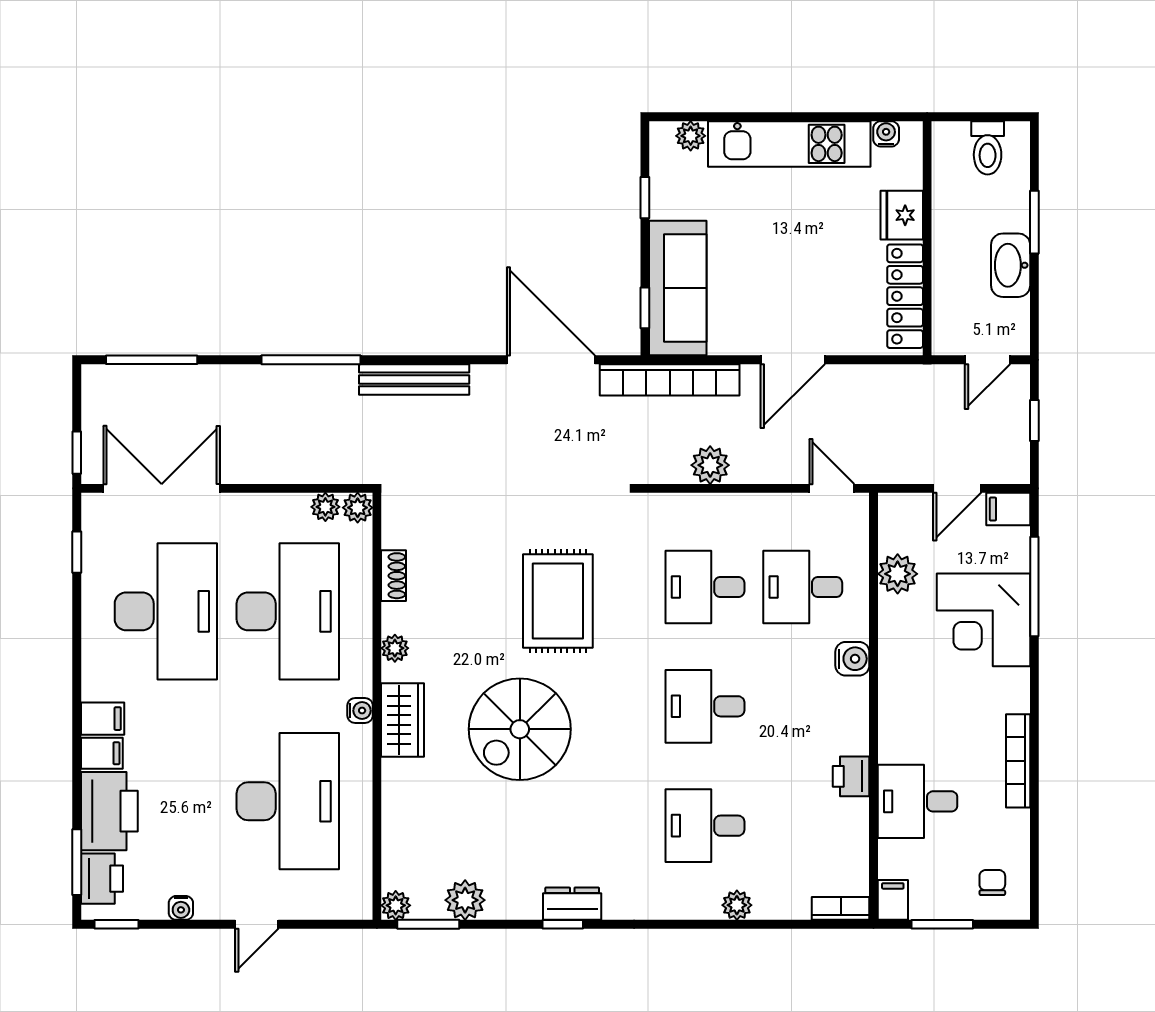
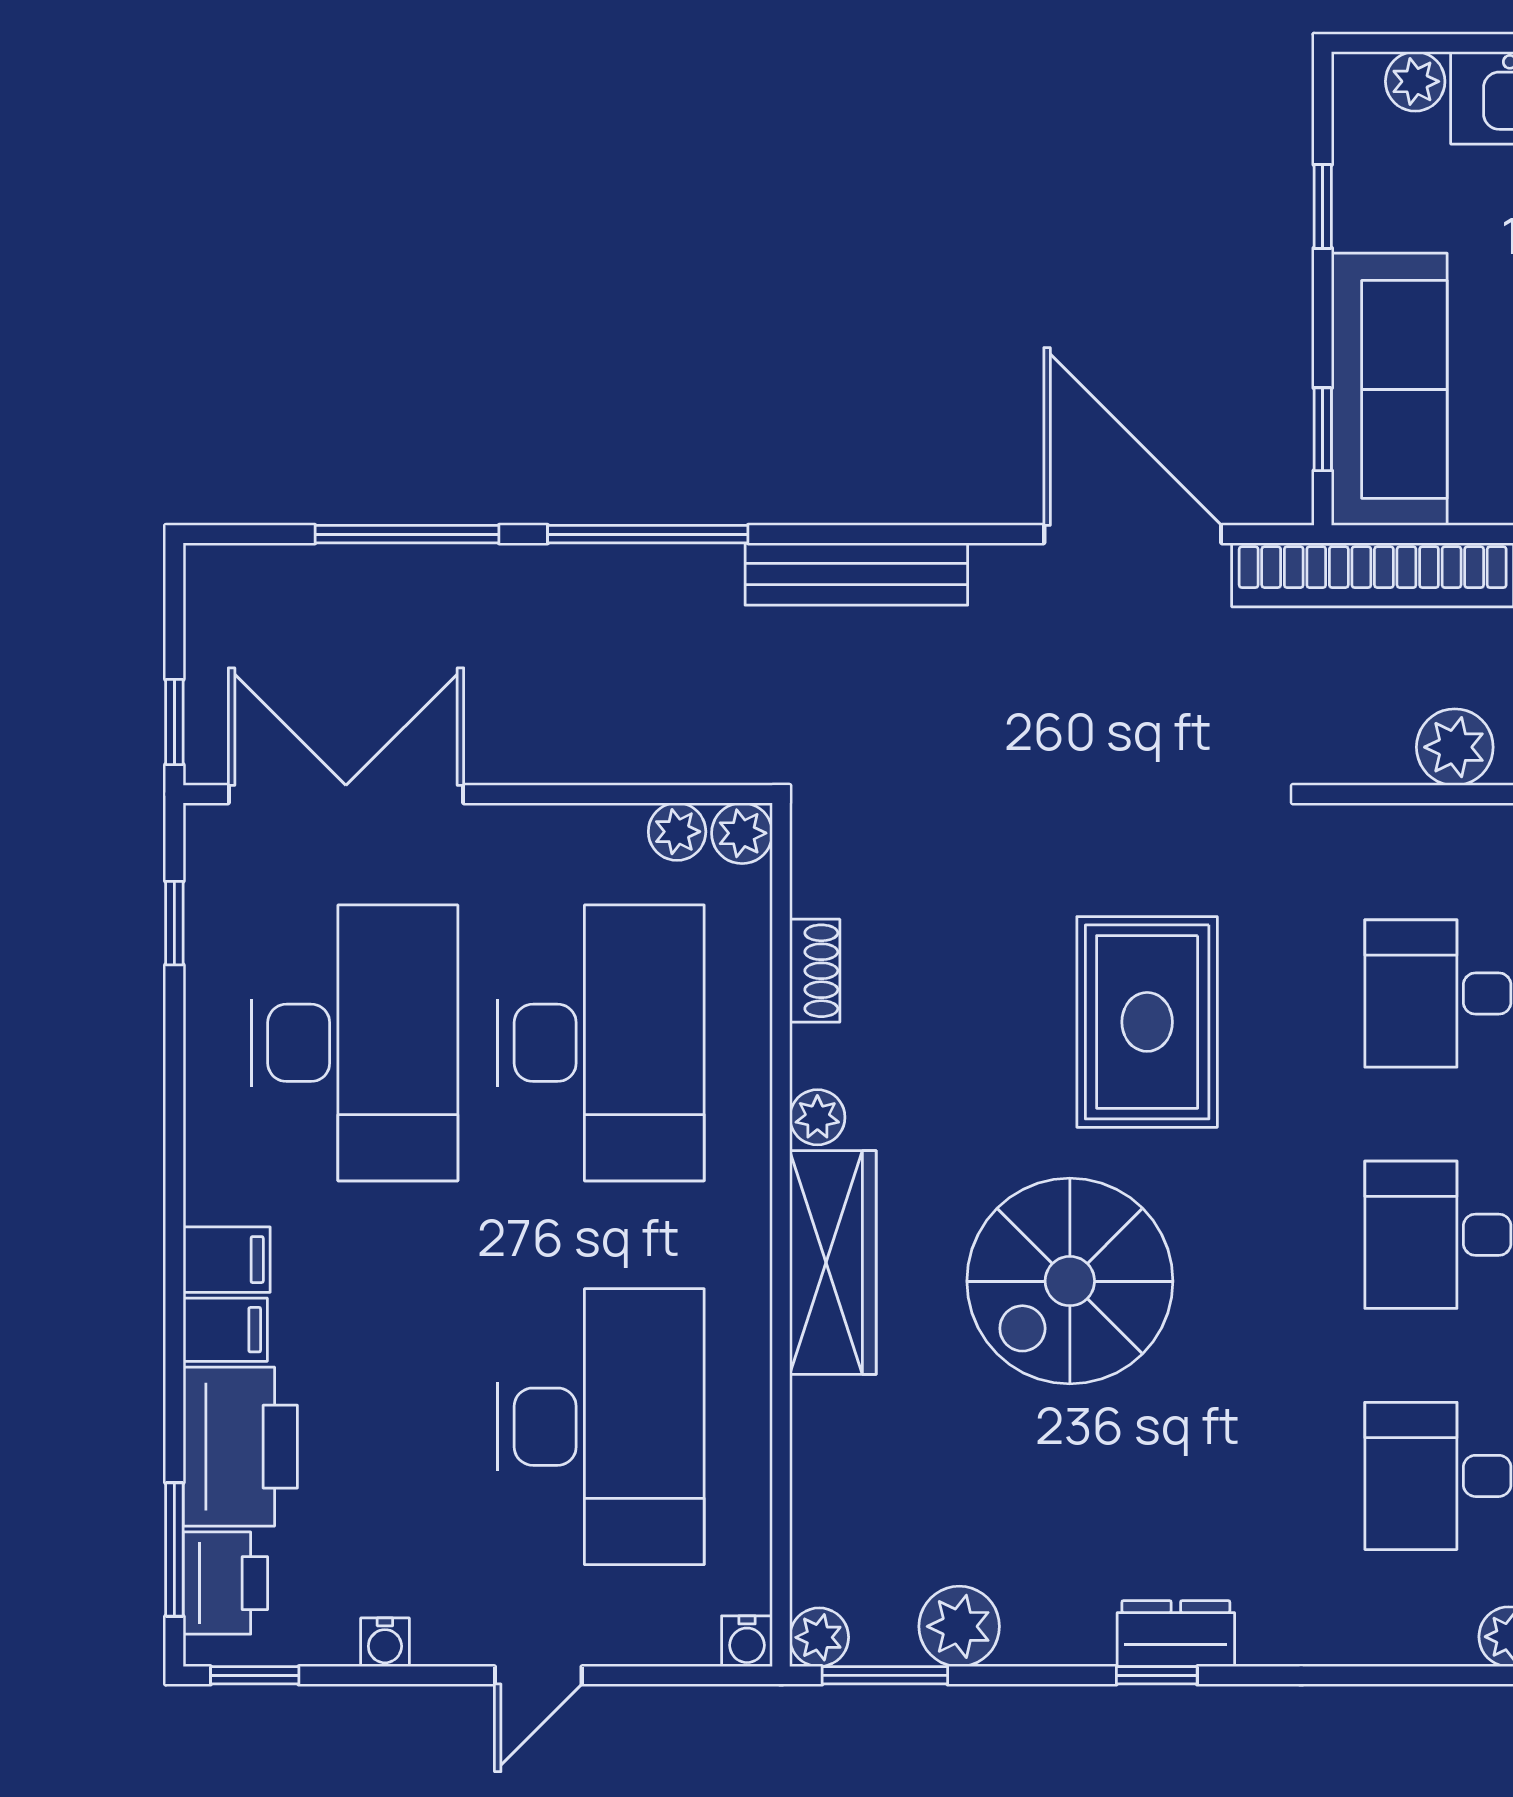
window: (152, 360) -> (407, 534), moved
water cooler: (360, 711) -> (747, 1641), moved, turned 90
wardrobe: (403, 720) -> (833, 1262), width x1.50

